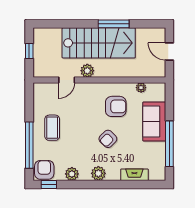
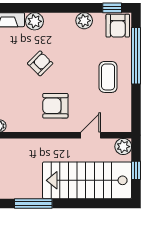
stairs: (99, 43) -> (87, 180), moved
plant: (87, 71) -> (123, 147), moved
armchair: (116, 106) -> (55, 106), moved
plant: (98, 173) -> (35, 21), moved

